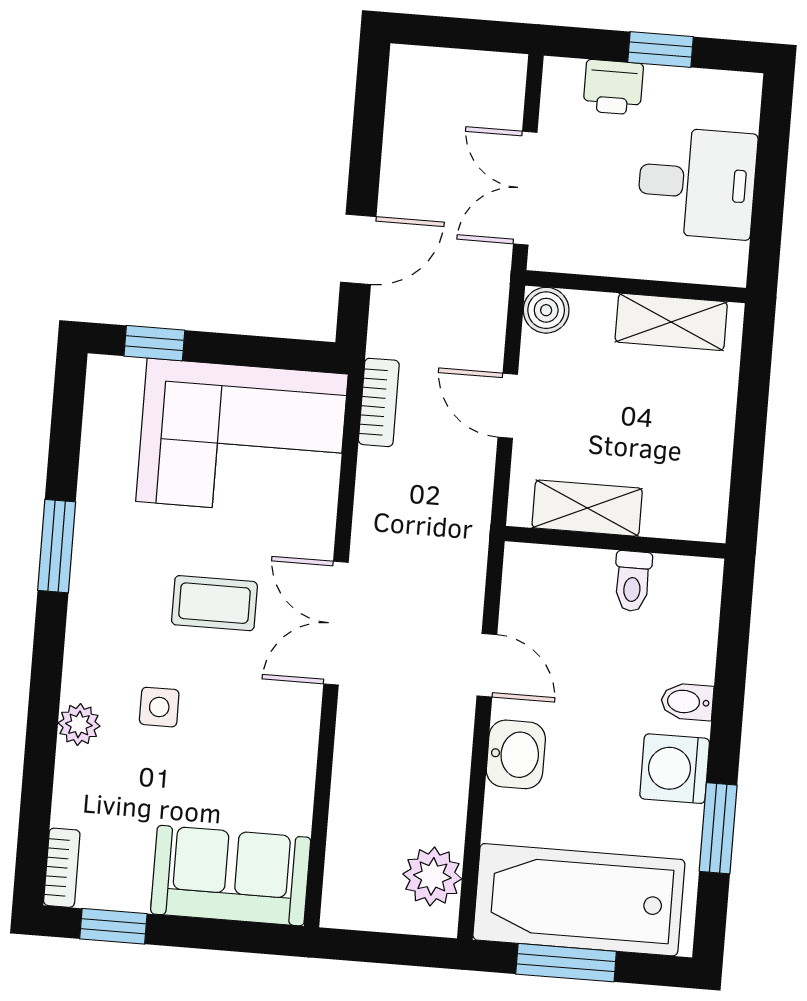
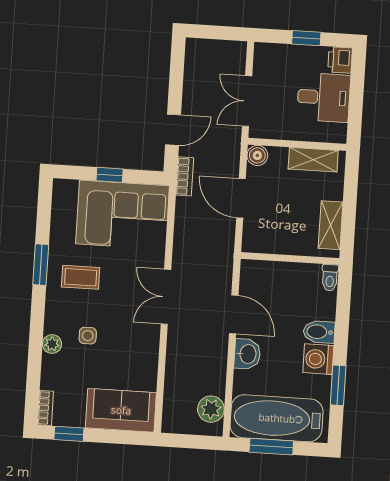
printer: (613, 87) -> (340, 60), moved, turned 90
window: (154, 343) -> (110, 175), moved
bookcase: (379, 402) -> (185, 176), moved
door: (508, 406) -> (241, 198), width x1.38
shelving: (587, 508) -> (331, 225), moved, turned 90
toilet: (633, 581) -> (330, 278), moved
coffee table: (214, 603) -> (81, 277), moved
door: (487, 665) -> (234, 314), width x1.38
bidet: (687, 702) -> (319, 332), width x1.38, depth x1.36

